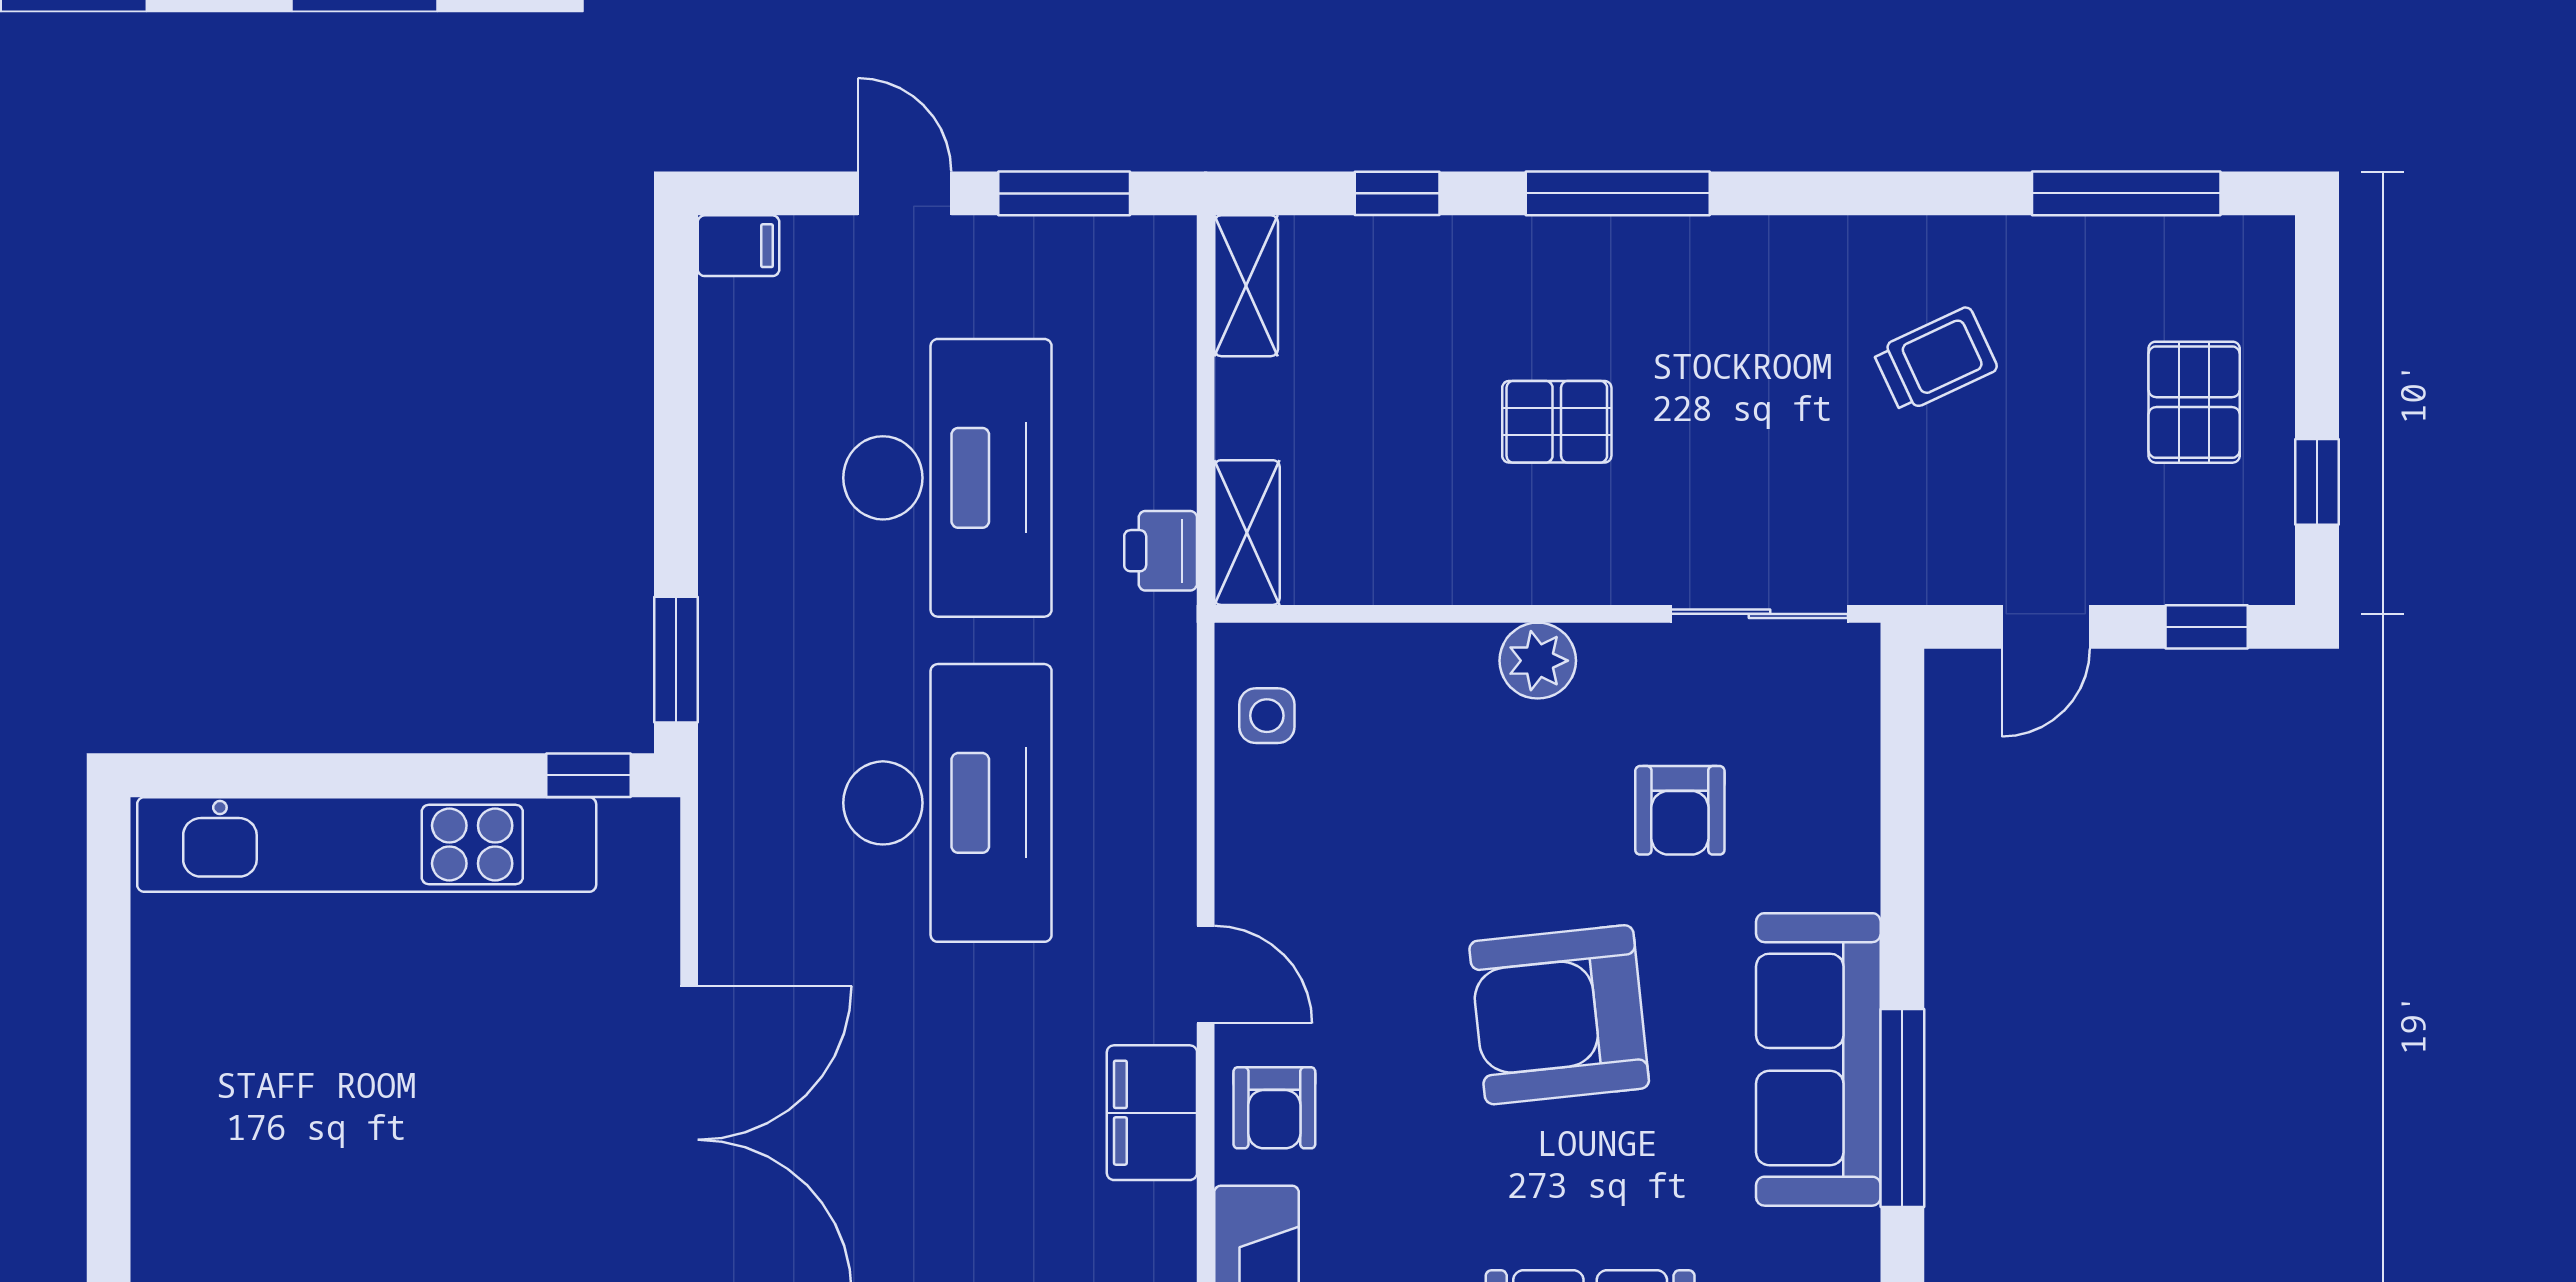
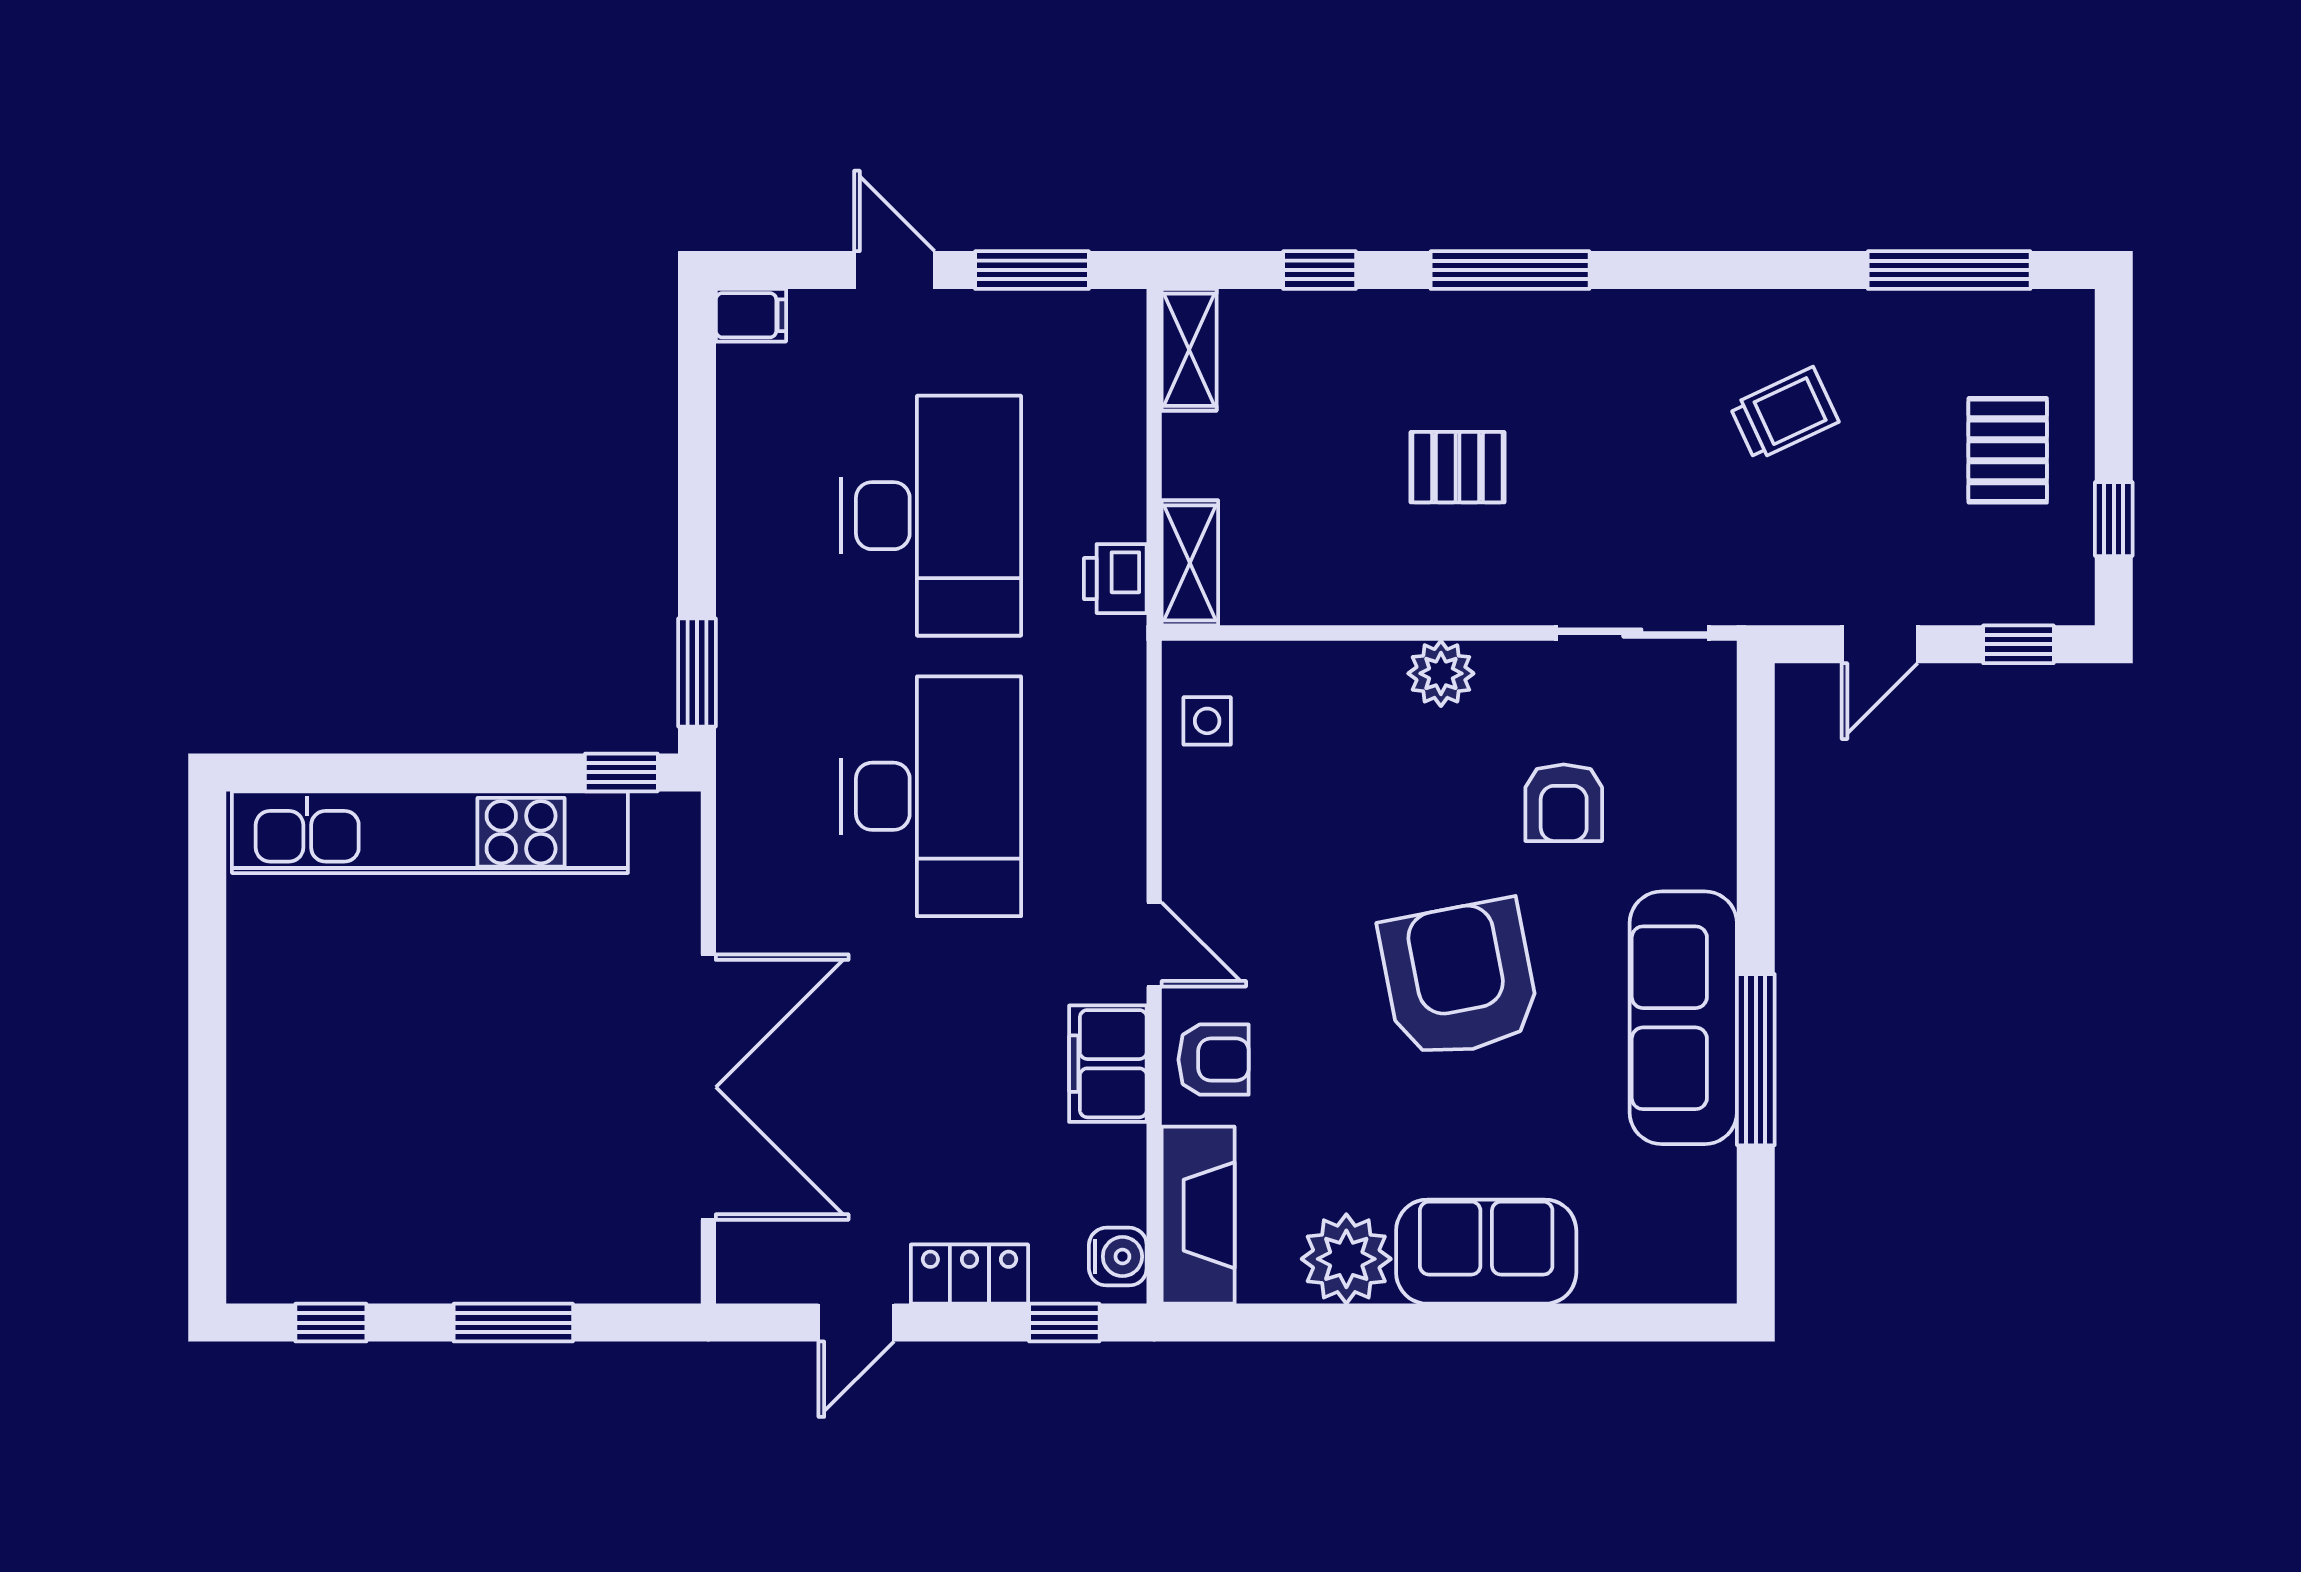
armchair: (1559, 1015) -> (1459, 979), turned 85
armchair: (1274, 1108) -> (1214, 1060), turned -90

